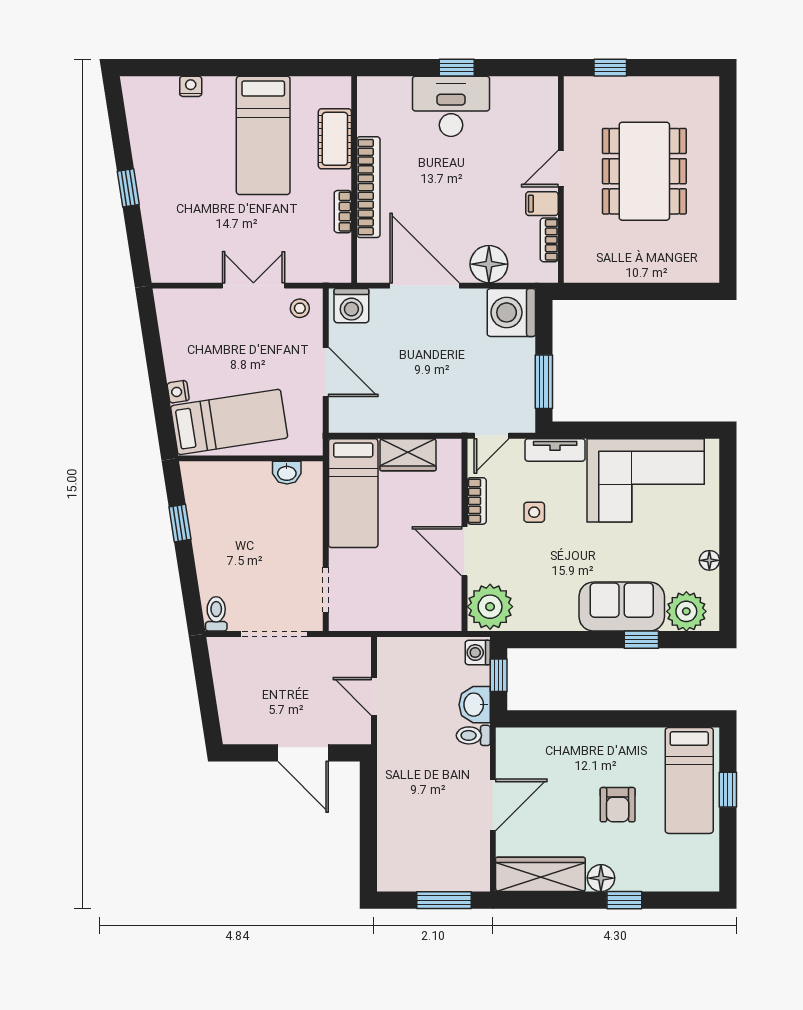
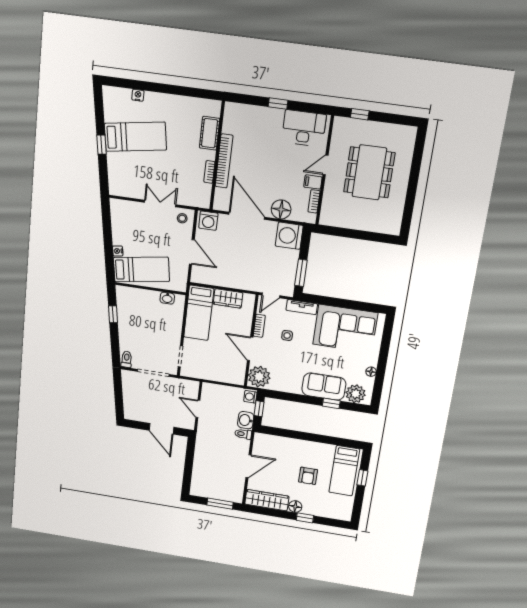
desk: (451, 106) -> (304, 128), moved
bed: (263, 135) -> (135, 137), moved, turned -99

